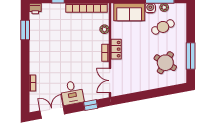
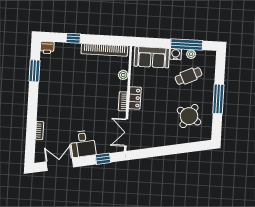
window: (191, 56) -> (218, 99), moved

